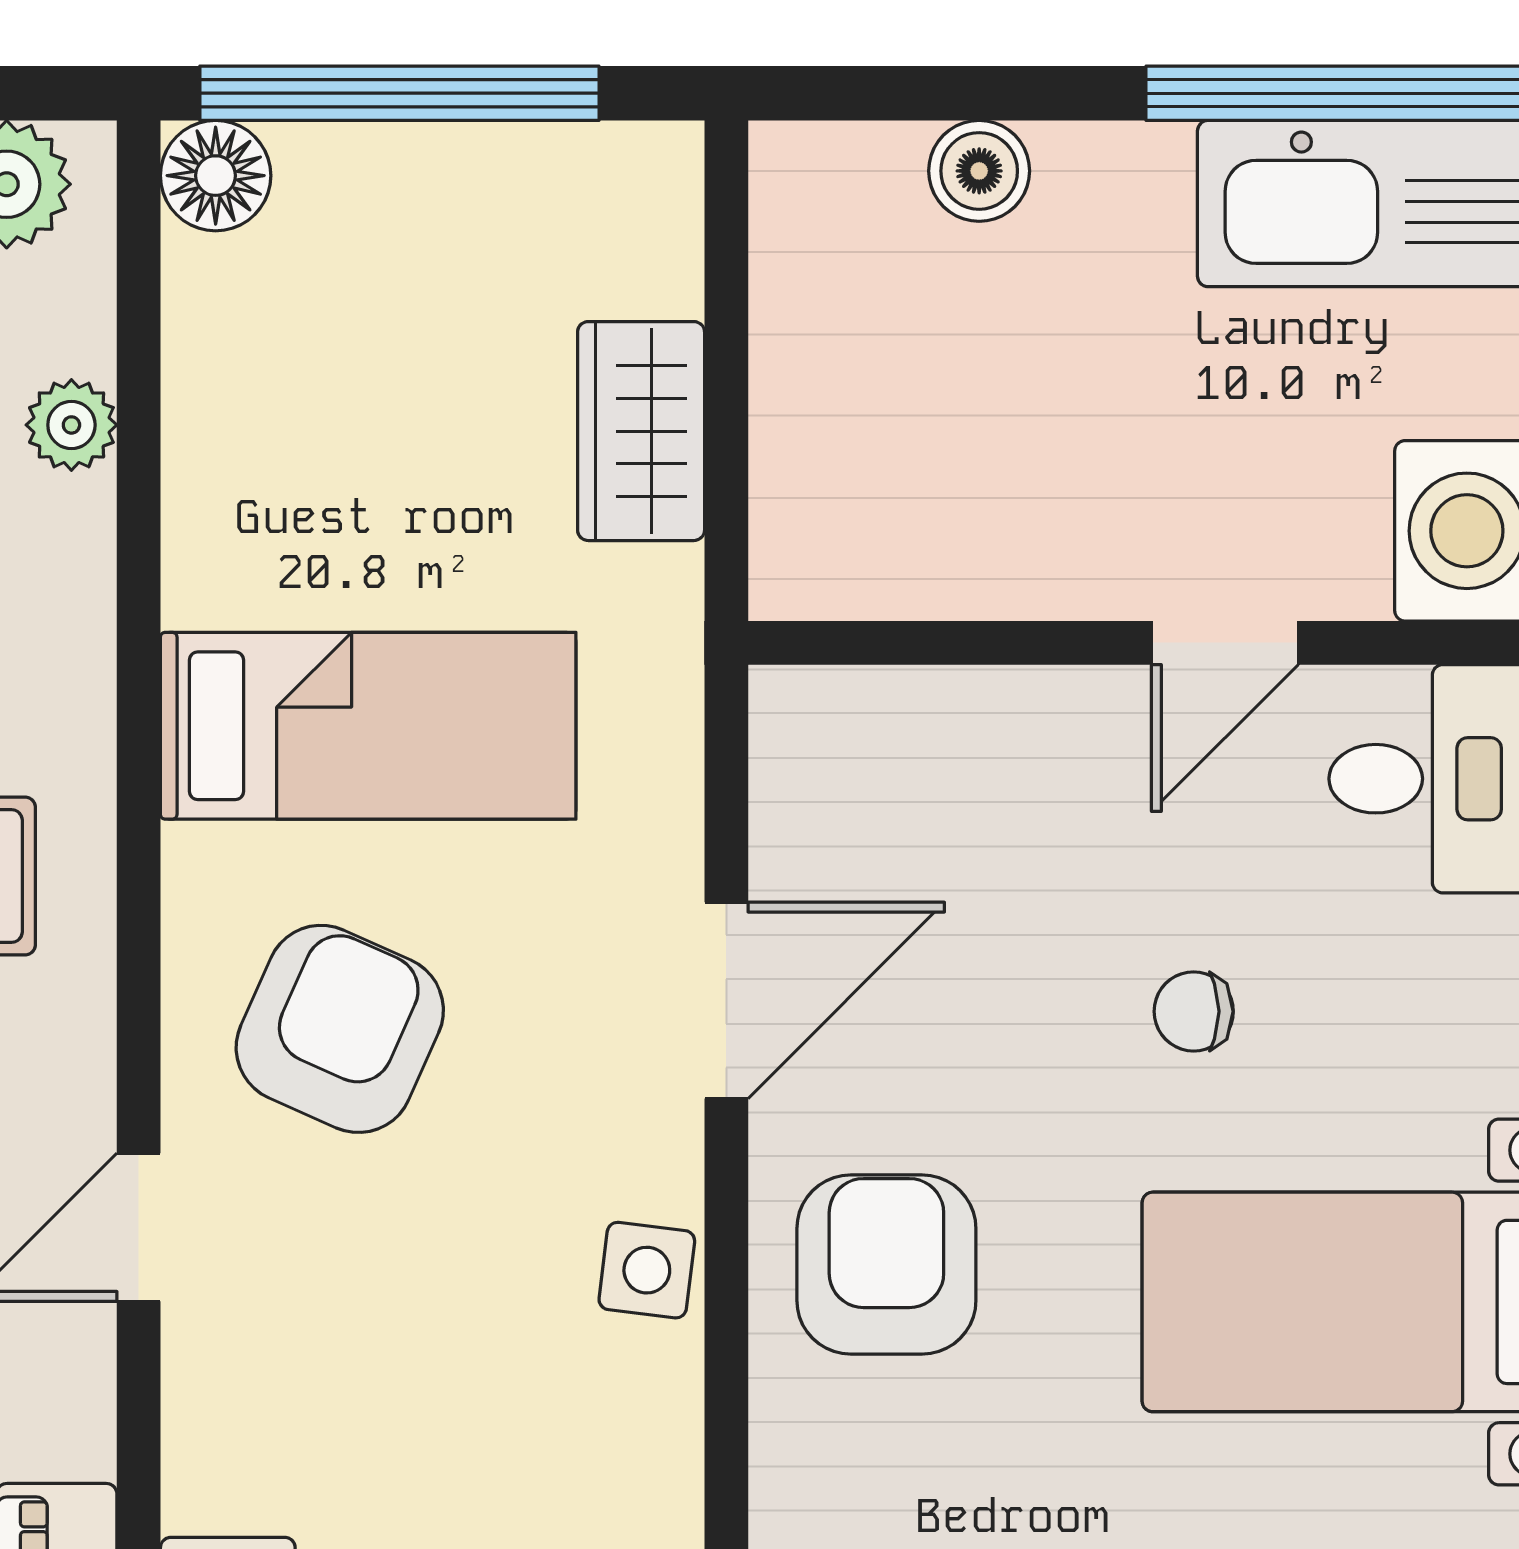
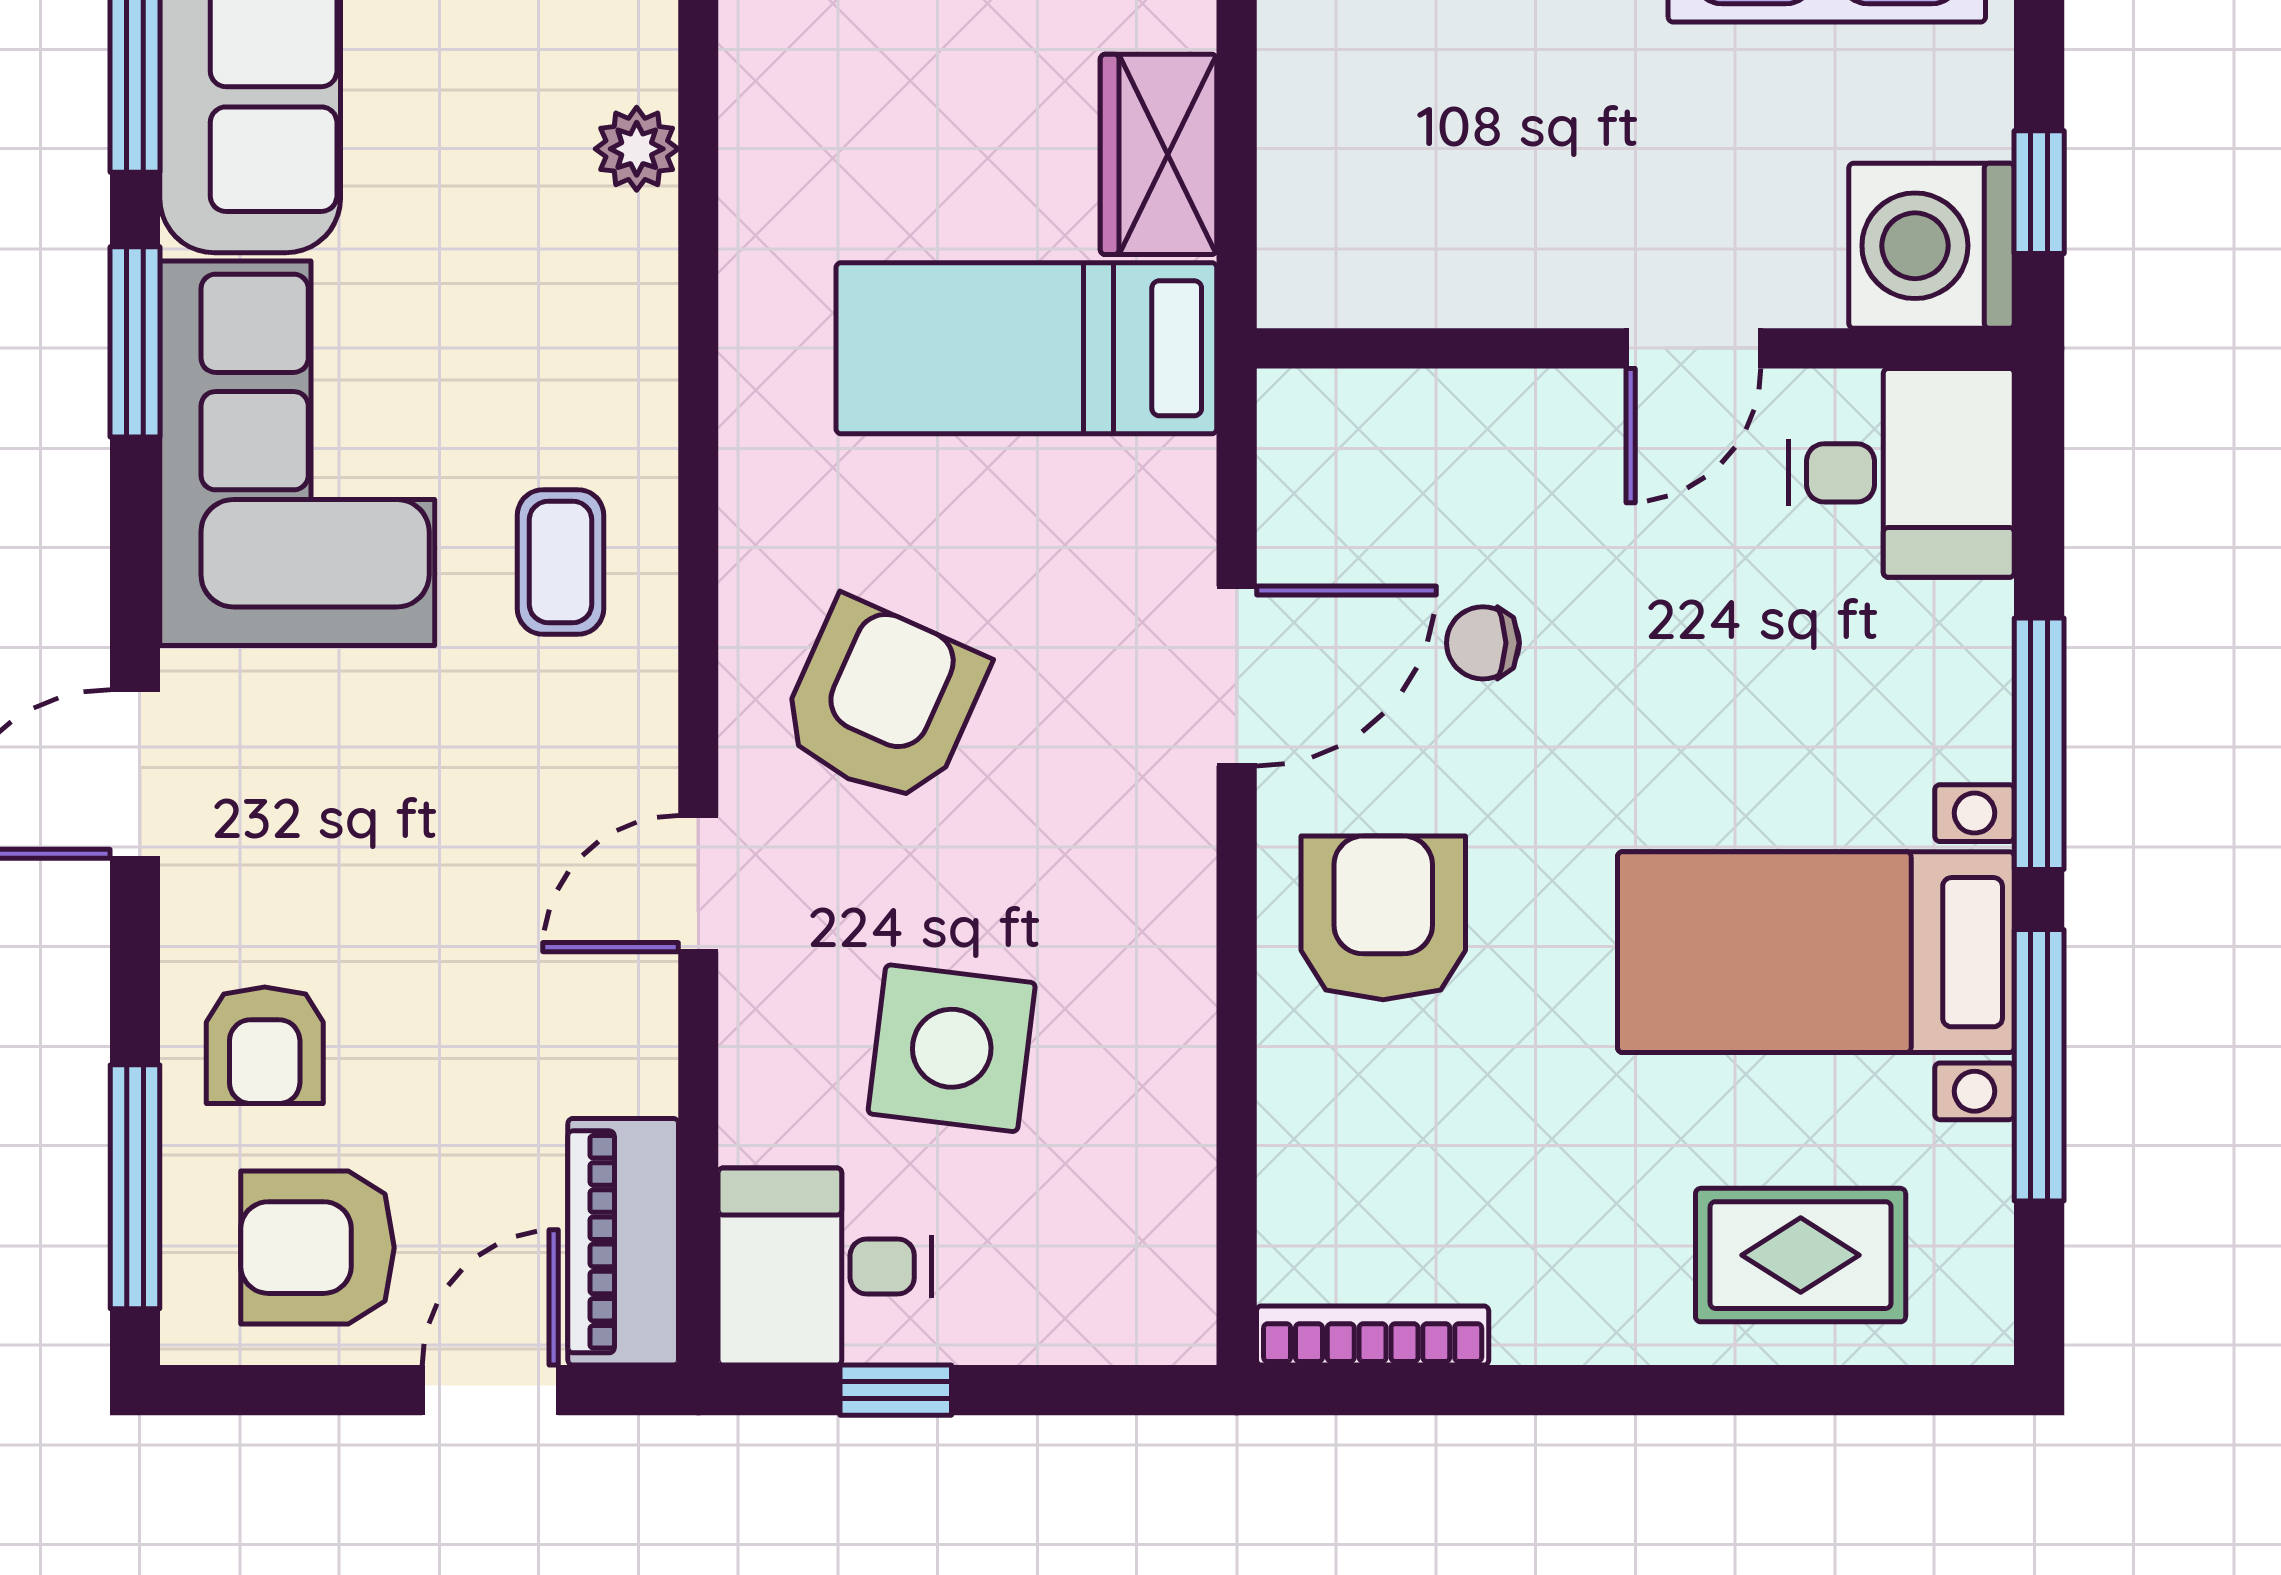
bed: (368, 726) -> (1026, 348), moved, turned 180
chair: (1194, 1011) -> (1483, 643), moved
side table: (647, 1270) -> (952, 1048), moved, width x1.87, depth x1.87

